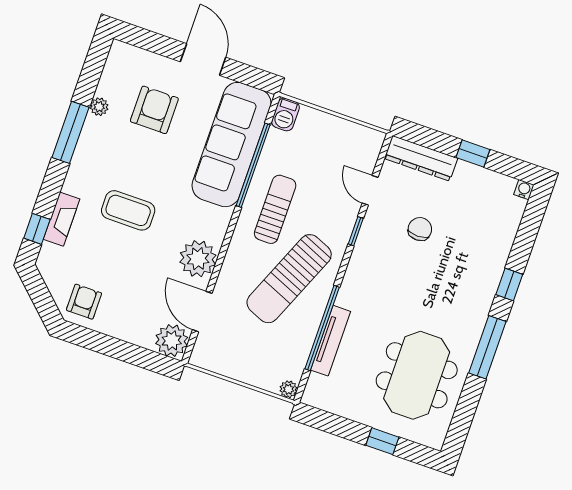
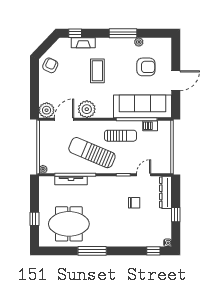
barbecue: (285, 114) -> (150, 126), moved
window: (509, 284) -> (153, 251), moved
armchair: (84, 302) -> (50, 65), turned -65

